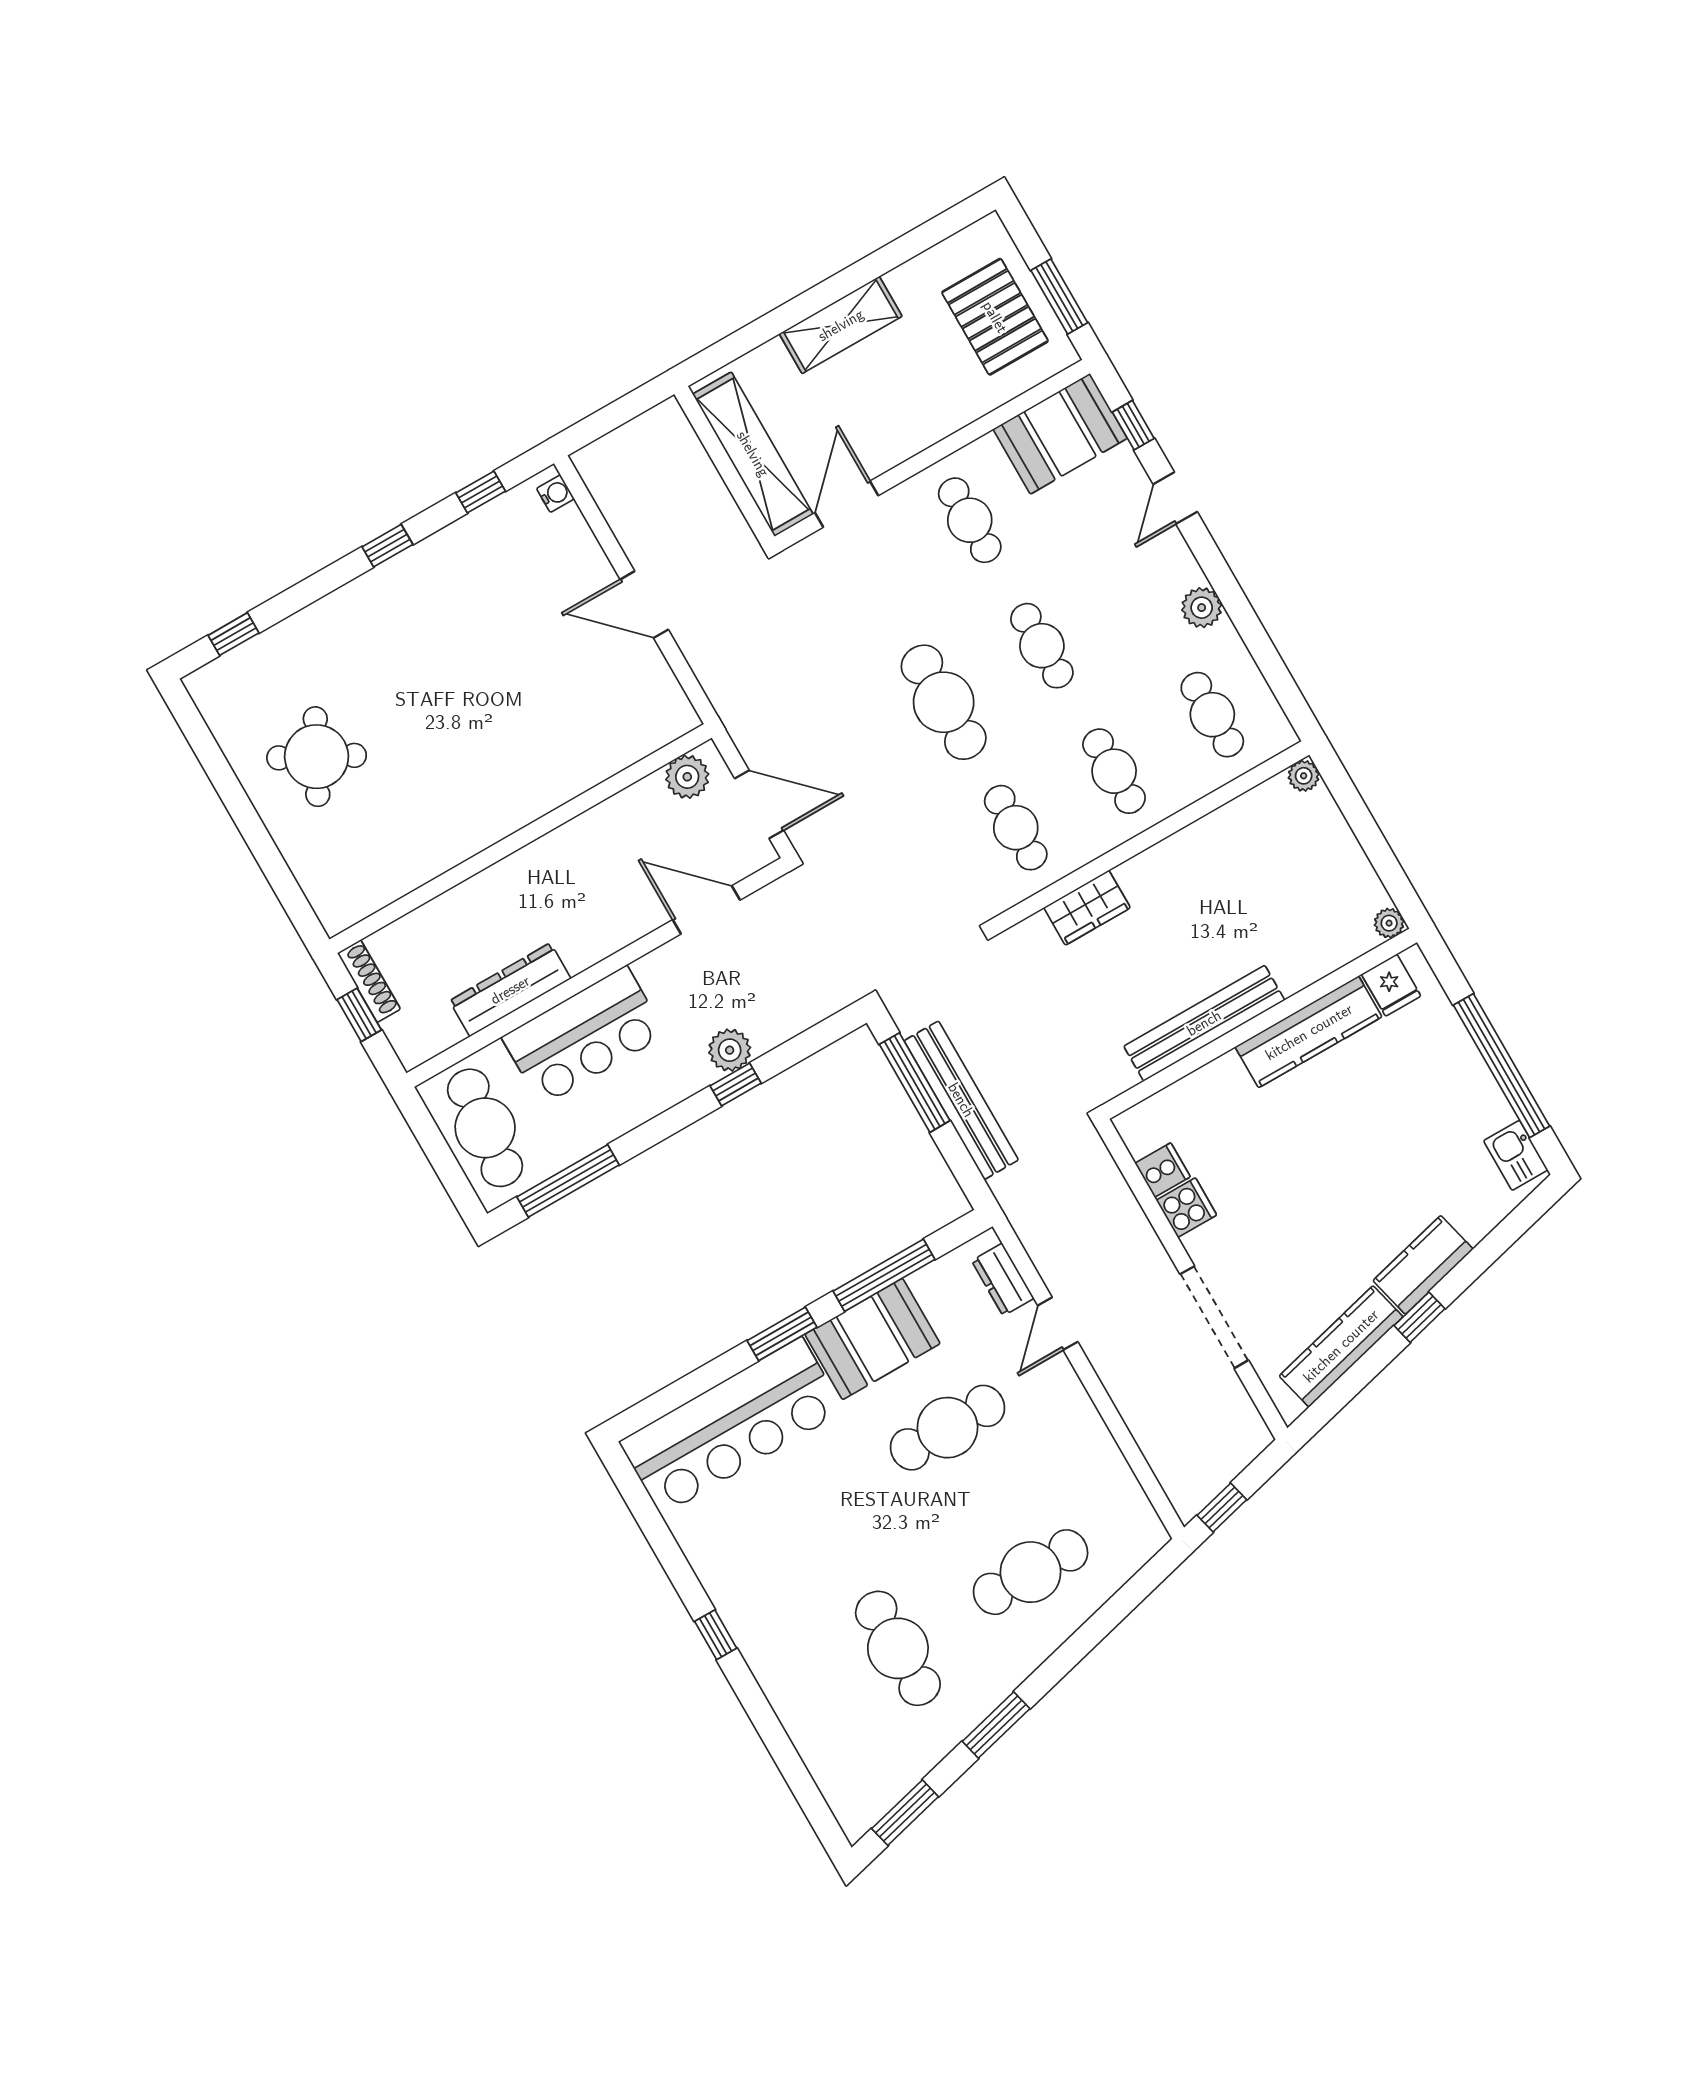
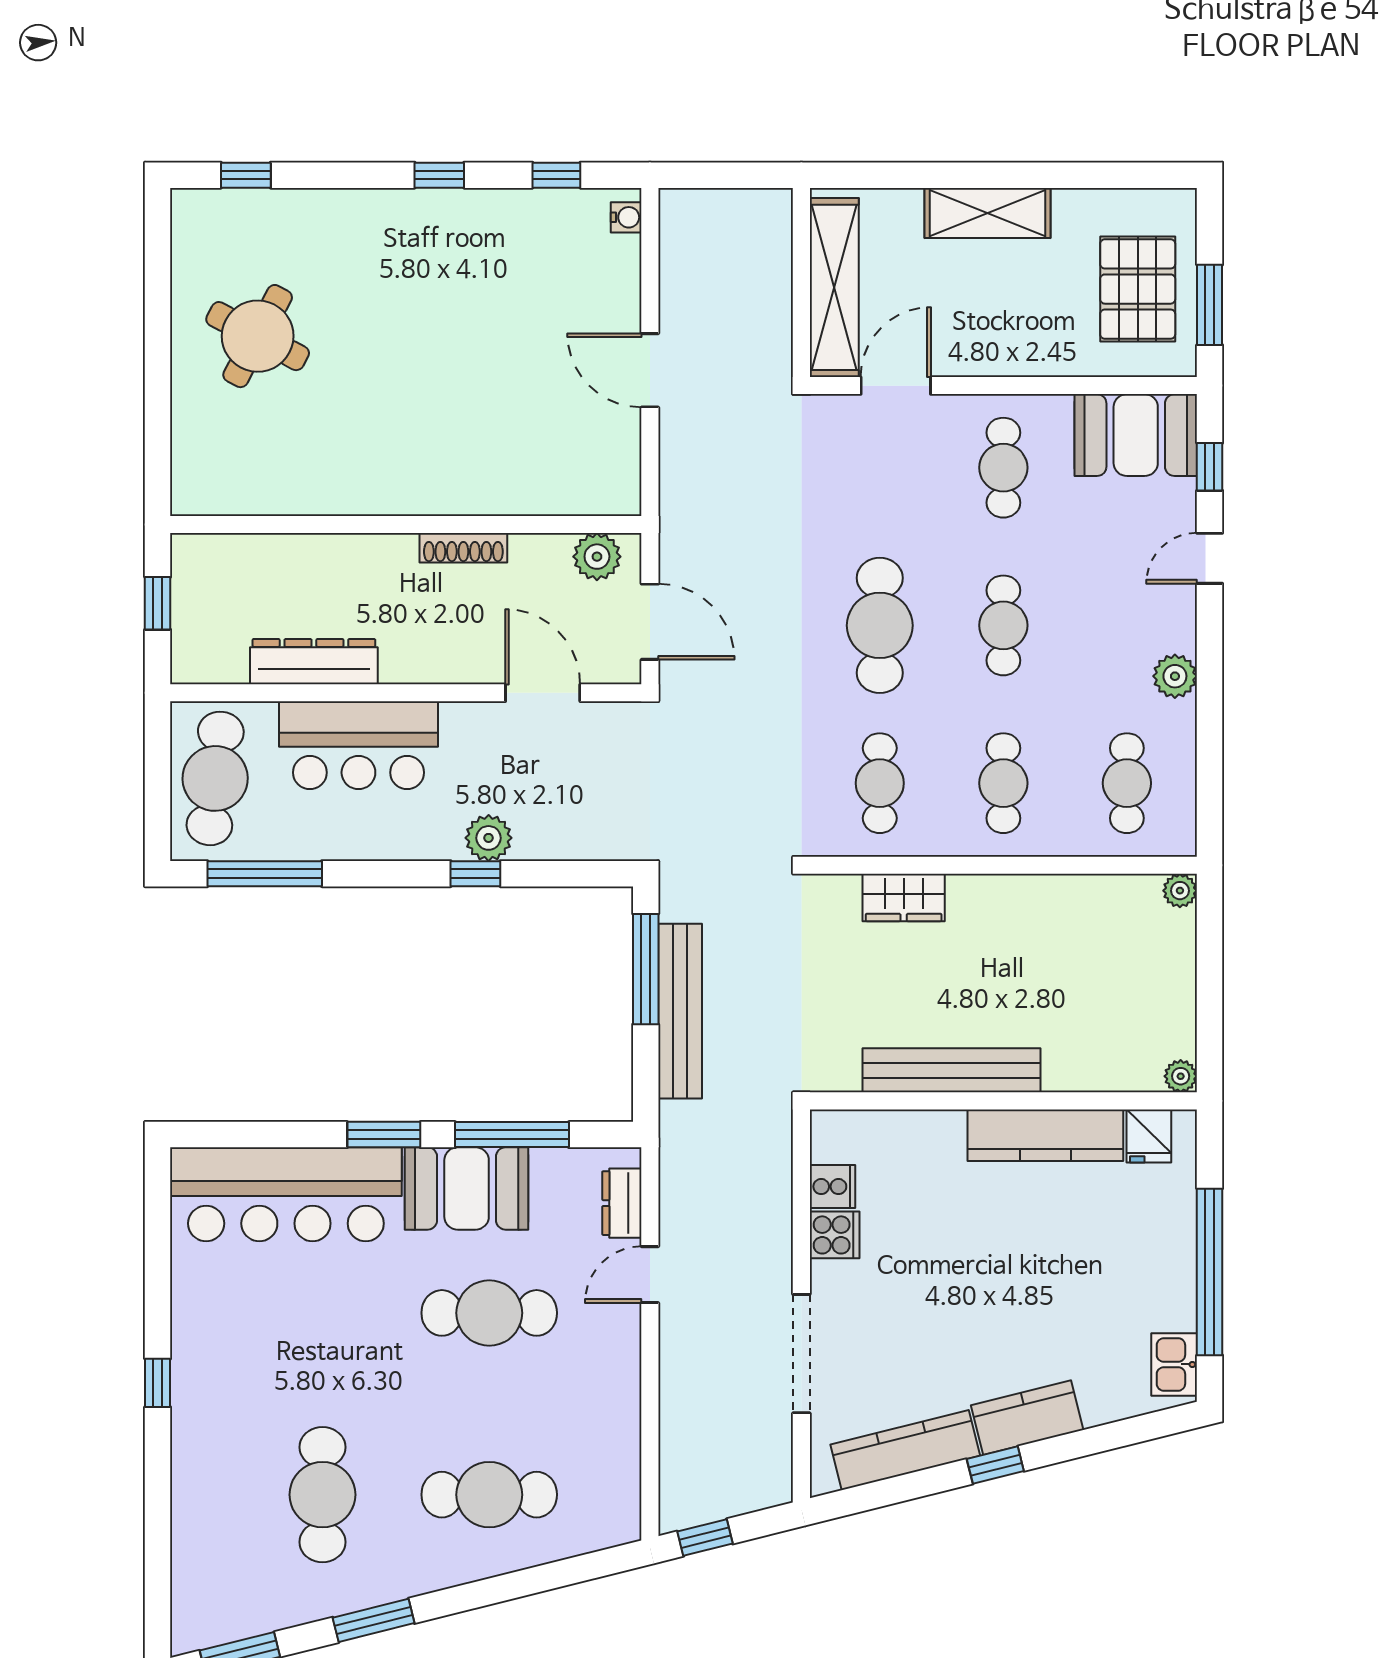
shoe rack: (369, 981) -> (463, 548), moved, turned 90

